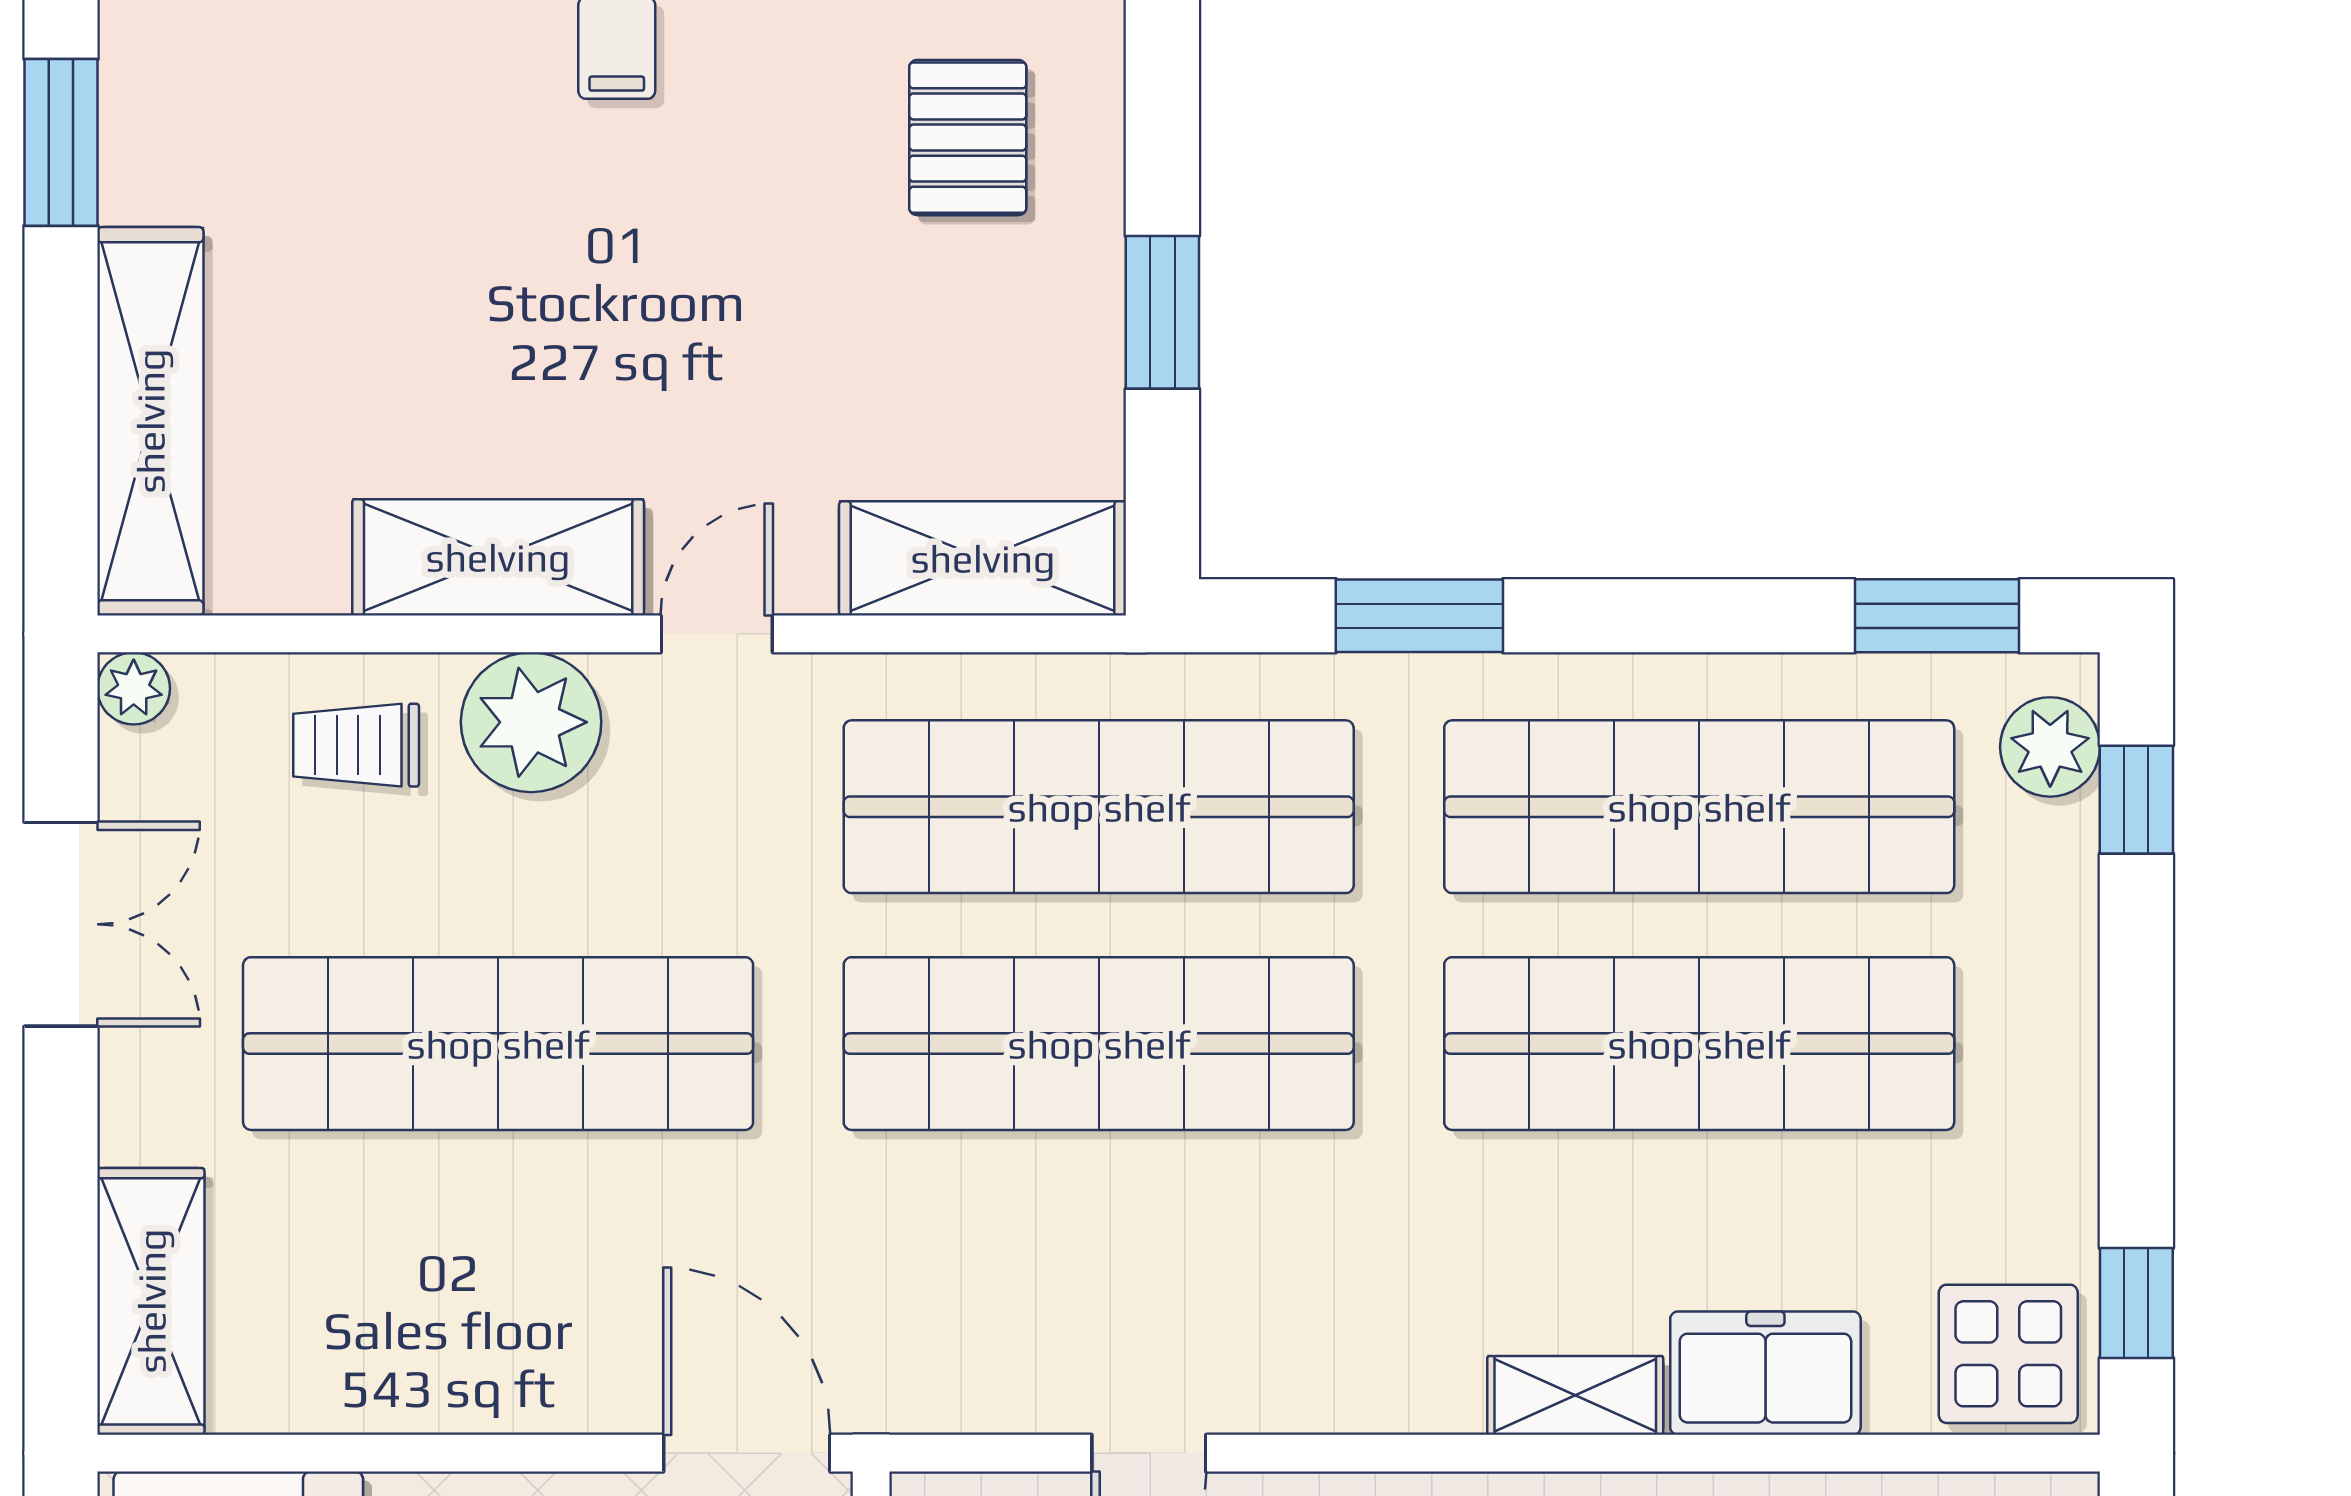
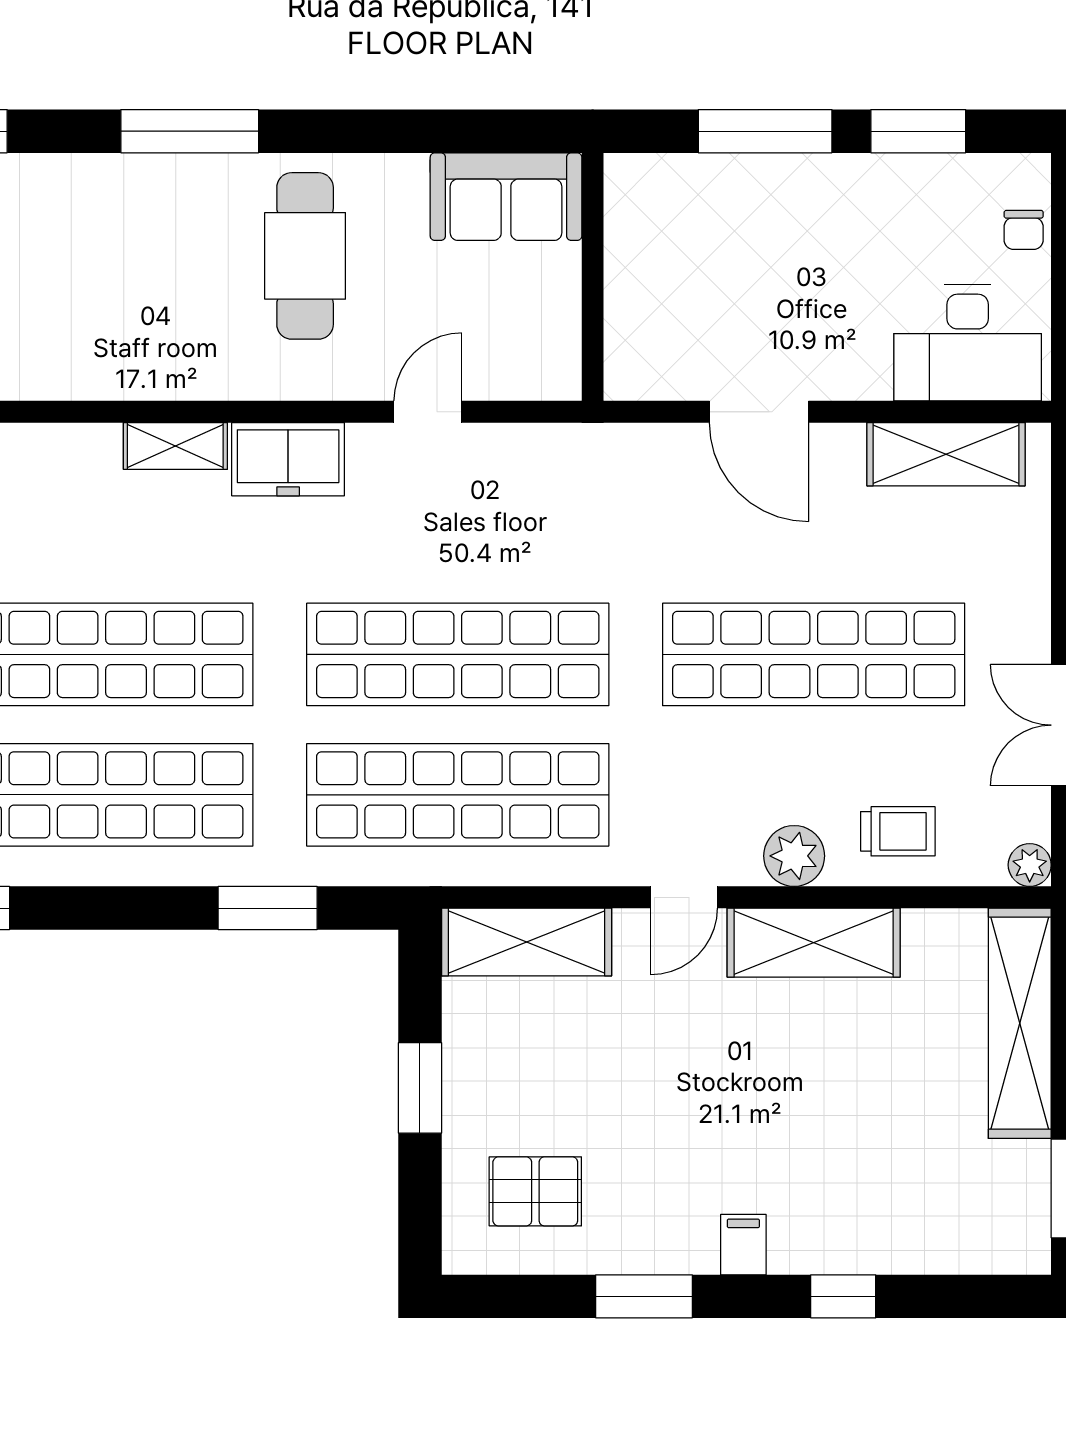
pallet: (968, 138) -> (535, 1191), turned 90
plant: (531, 722) -> (794, 856), width x0.73, depth x0.73
shelving: (151, 1301) -> (946, 454), moved, turned 90
freezer: (1765, 1373) -> (288, 459), moved
door: (747, 1453) -> (759, 412), moved

